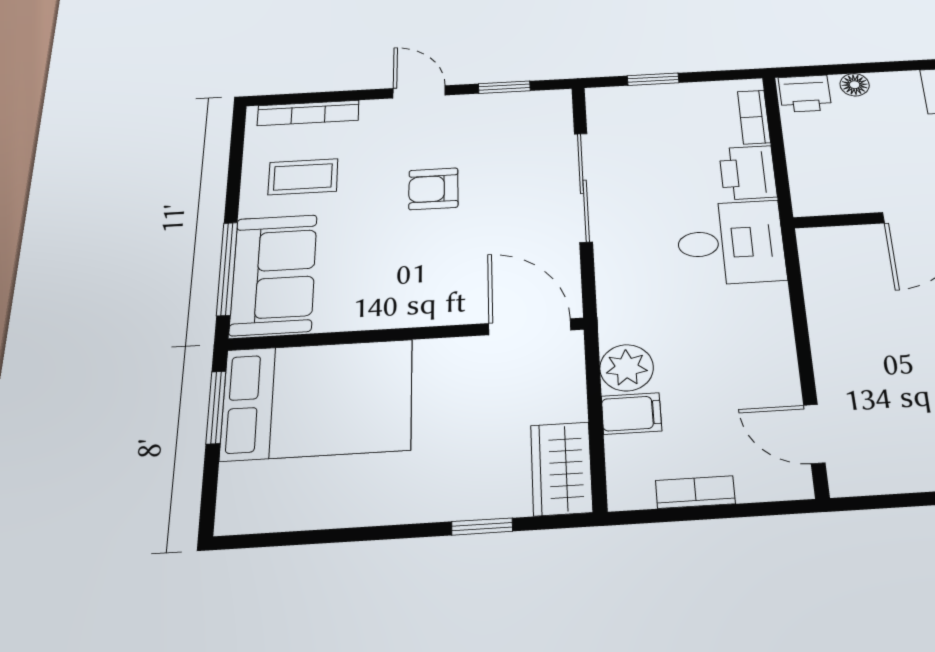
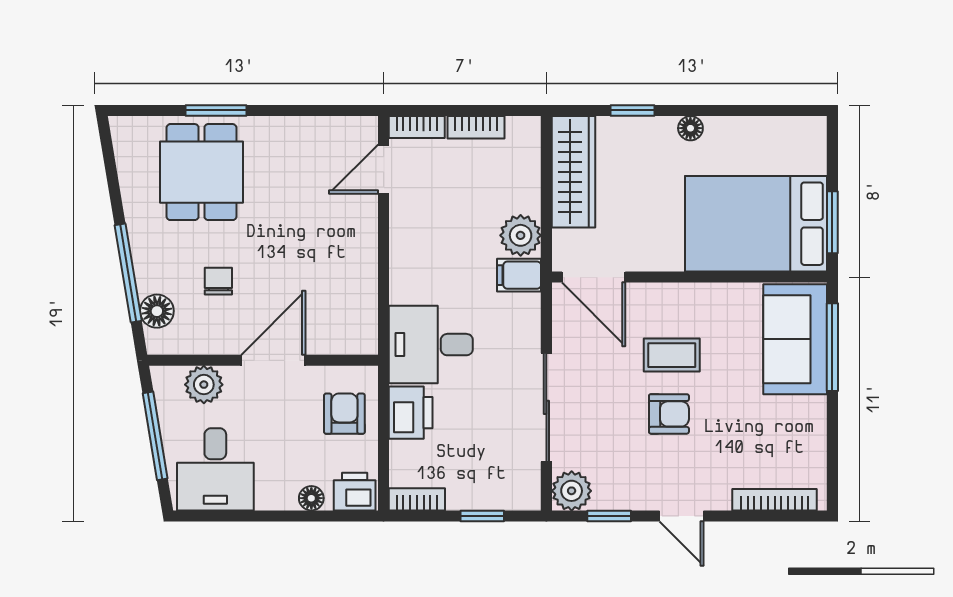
plant: (549, 108) -> (572, 491), added
bookcase: (754, 117) -> (417, 499), moved, turned -90
armchair: (828, 167) -> (344, 414), added
coffee table: (303, 177) -> (672, 355), moved
filing cabinet: (631, 413) -> (519, 275), moved
door: (814, 434) -> (384, 169), swing flipped
wardrobe: (561, 469) -> (573, 172), width x1.50
bookcase: (776, 488) -> (417, 127), added
floor lamp: (402, 509) -> (690, 128), added

